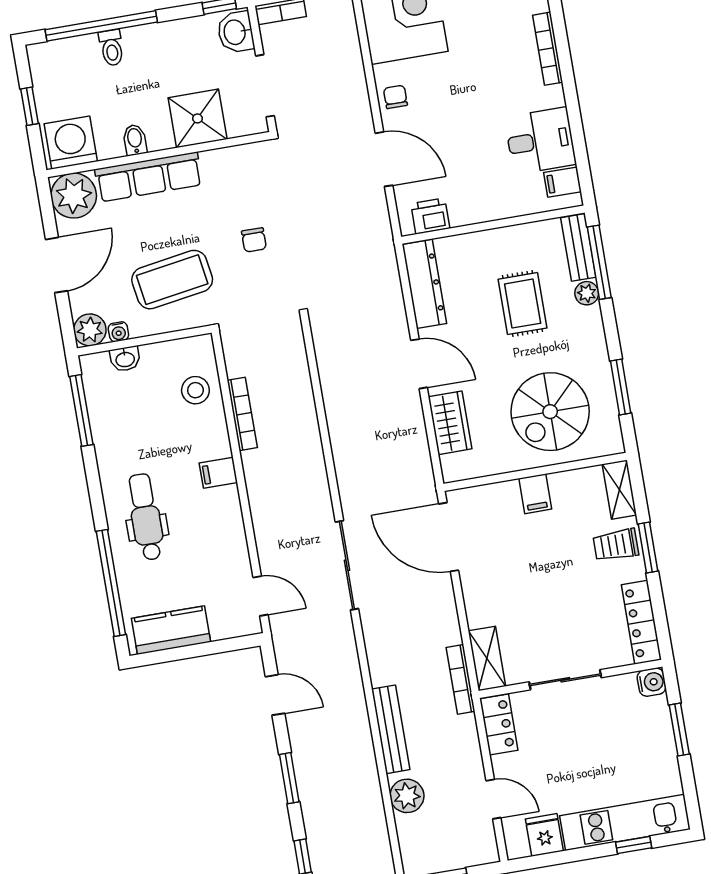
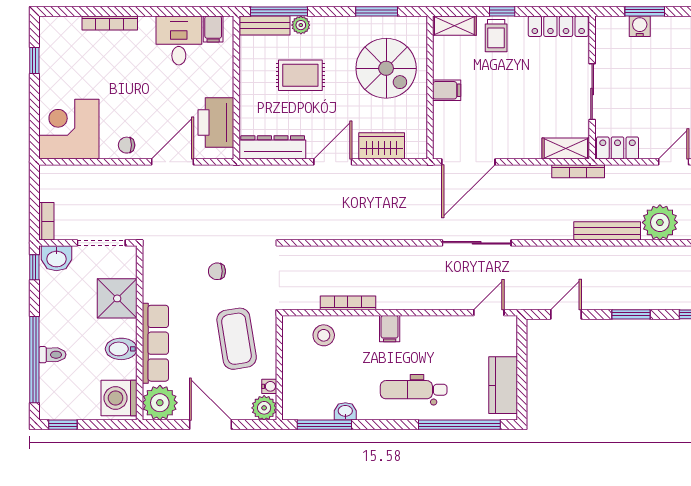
window: (29, 106) -> (63, 425), moved
bidet: (135, 140) -> (121, 349), width x1.38, depth x1.36
printer: (430, 216) -> (216, 123), width x1.87, depth x1.48
chair: (254, 240) -> (217, 271), turned 180
washbasin: (125, 359) -> (345, 411), moved, turned -90
window: (648, 547) -> (502, 11), width x0.67
water cooler: (652, 682) -> (640, 26), moved
plant: (407, 796) -> (660, 222), width x1.36, depth x1.36

